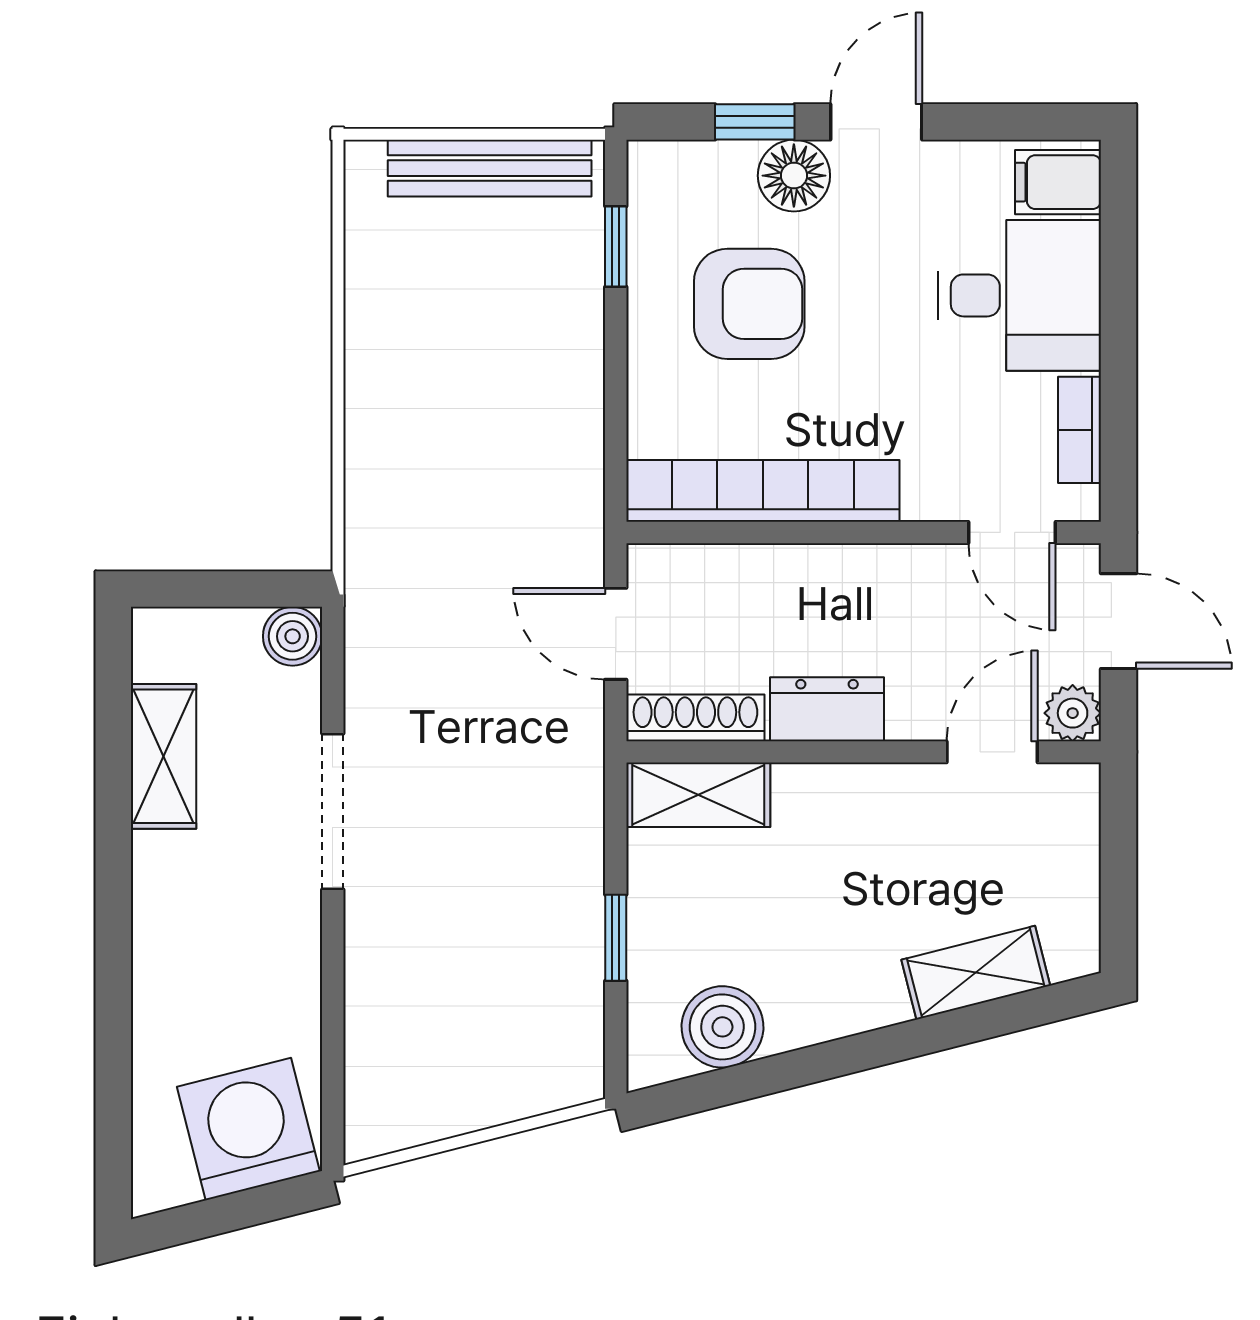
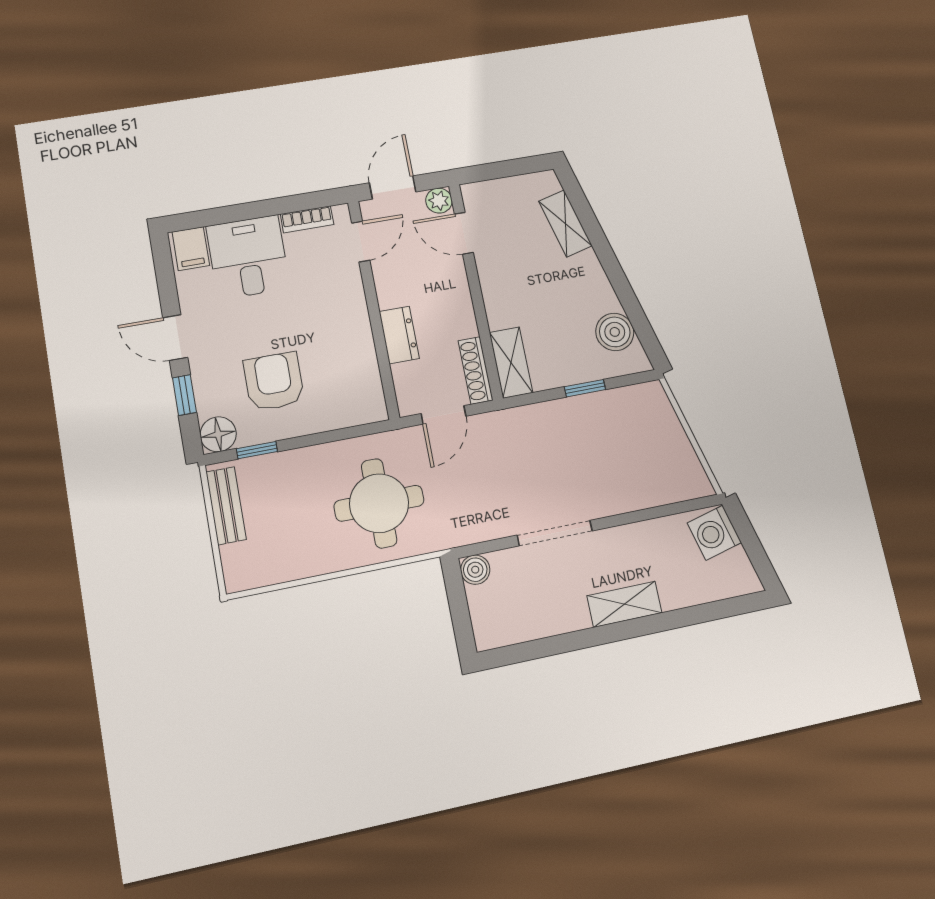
bench: (490, 168) -> (226, 506), width x0.73
floor lamp: (794, 176) -> (218, 434), moved
round table: (462, 470) -> (379, 503), added
bookcase: (763, 491) -> (363, 359), removed
dresser: (827, 709) -> (399, 335), moved, turned 180
shelving: (164, 756) -> (624, 604), moved
washing machine: (248, 1129) -> (714, 533), width x0.73, depth x0.73

